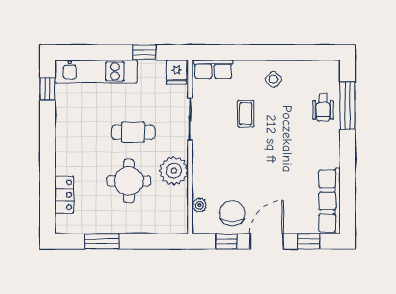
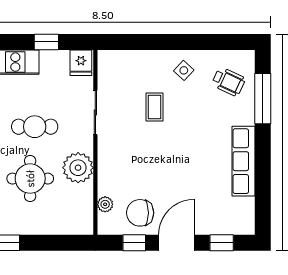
row of seats: (213, 69) -> (120, 60), removed
wheelchair: (323, 108) -> (229, 82), moved, turned -65
row of seats: (329, 201) -> (243, 161), moved
chair: (232, 213) -> (140, 213), turned -90

